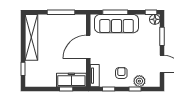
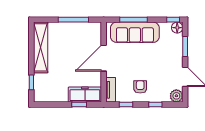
plant: (139, 81) -> (176, 96), moved

